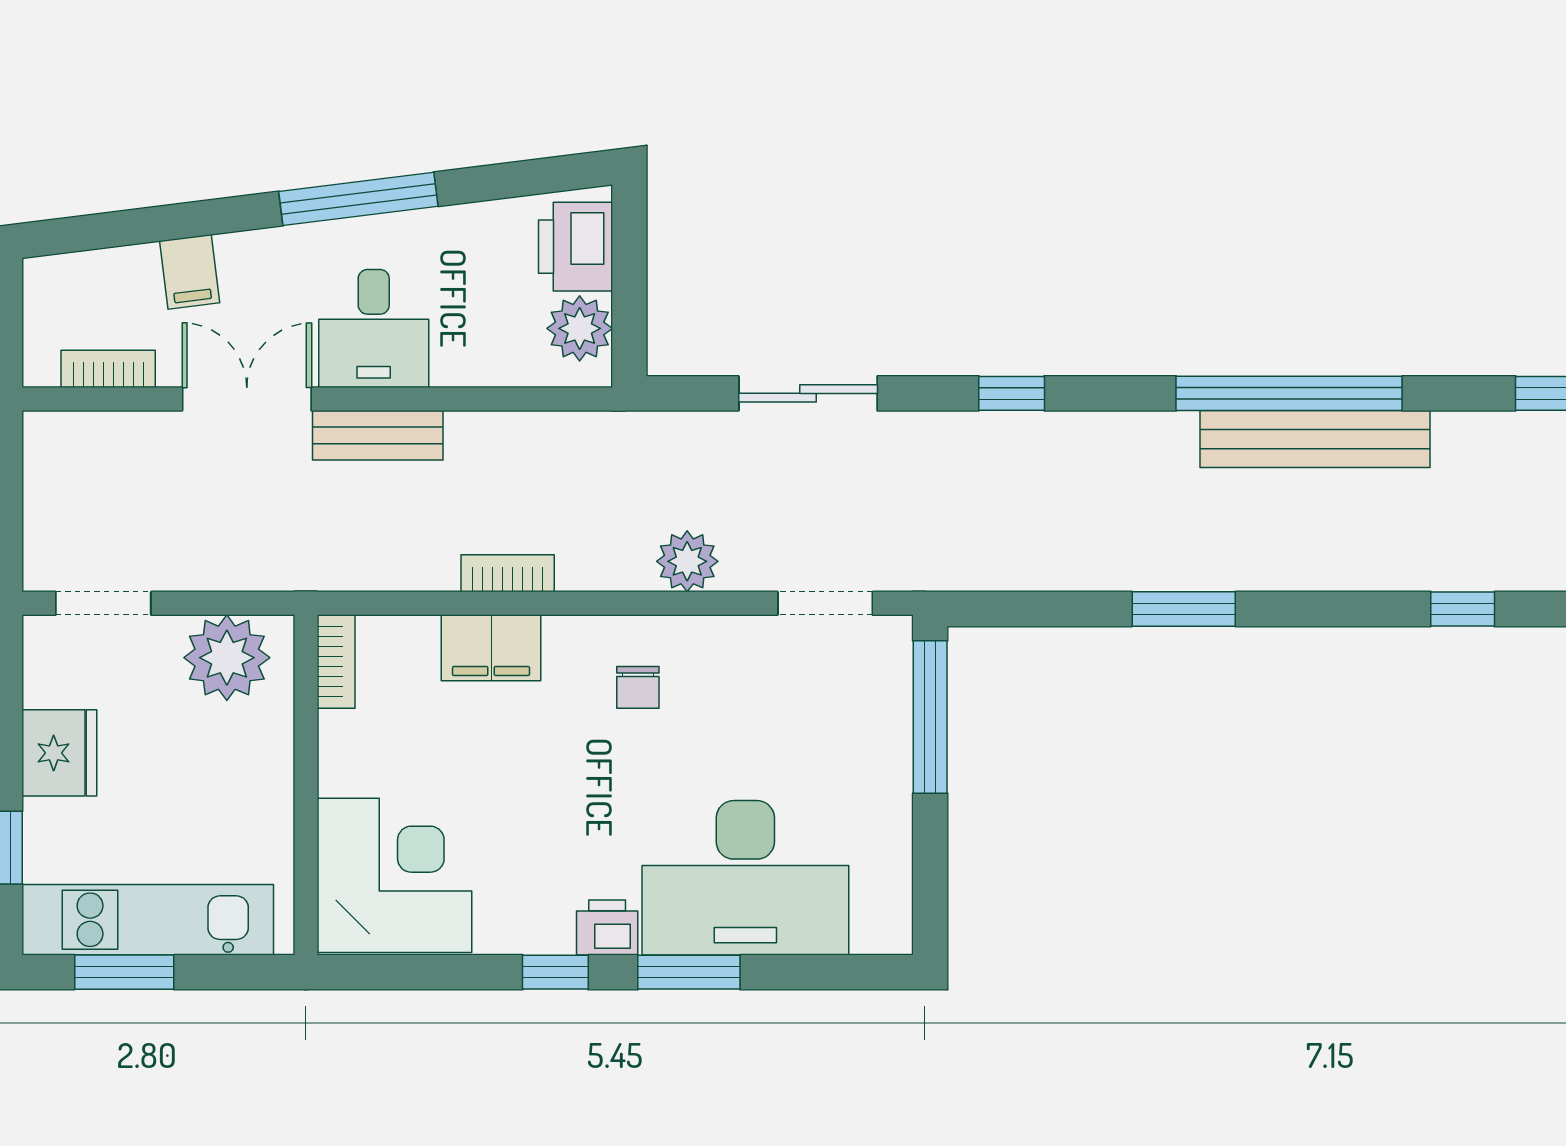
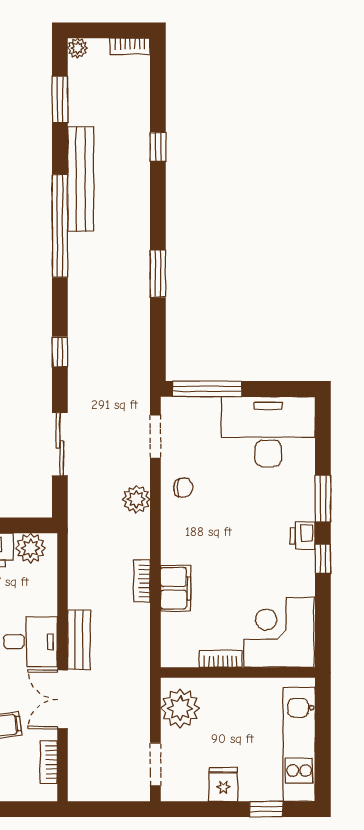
bench: (1315, 439) -> (81, 179), moved
bookcase: (336, 661) -> (221, 659), moved
chair: (638, 687) -> (183, 488), moved
fridge: (59, 753) -> (223, 784), width x0.72
desk: (745, 878) -> (268, 432), moved, turned -90
window: (124, 972) -> (323, 755), removed

